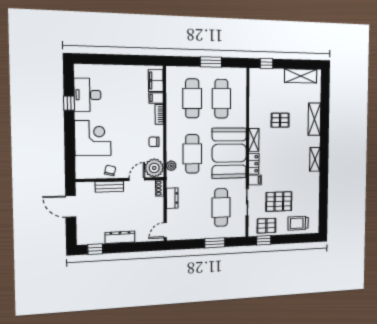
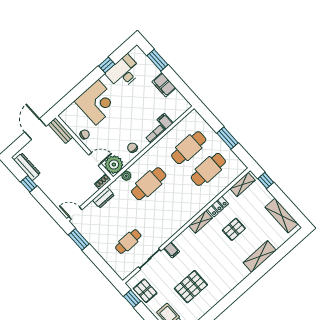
window: (102, 59) -> (157, 60), added
filing cabinet: (156, 81) -> (164, 85), moved, turned -90
pallet: (280, 120) -> (234, 229), turned 90
booth: (229, 153) -> (174, 211), removed
shelving: (315, 159) -> (243, 184), moved
locker: (254, 164) -> (218, 207), moved
bench: (109, 187) -> (61, 131), moved
pallet: (279, 202) -> (191, 287), moved, turned 90
cafe table: (221, 207) -> (128, 242), width x0.73, depth x0.74
dresser: (120, 237) -> (27, 167), moved
window: (215, 243) -> (79, 239), moved
window: (95, 249) -> (29, 184), moved

